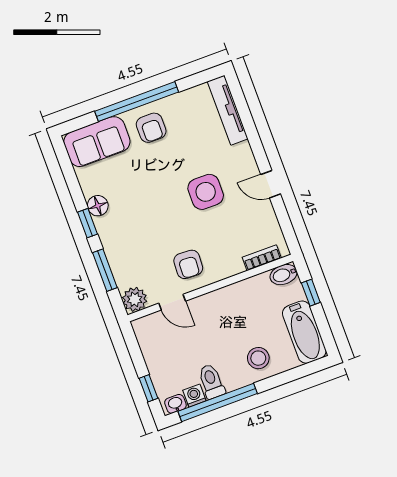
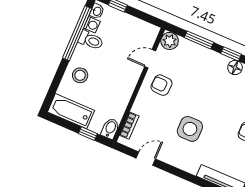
door: (271, 184) -> (146, 159), moved

